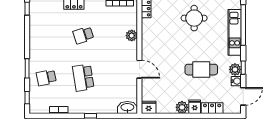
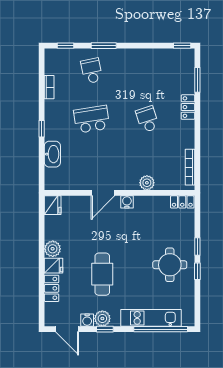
water cooler: (146, 51) -> (127, 202), added
washbasin: (127, 108) -> (52, 154), moved

